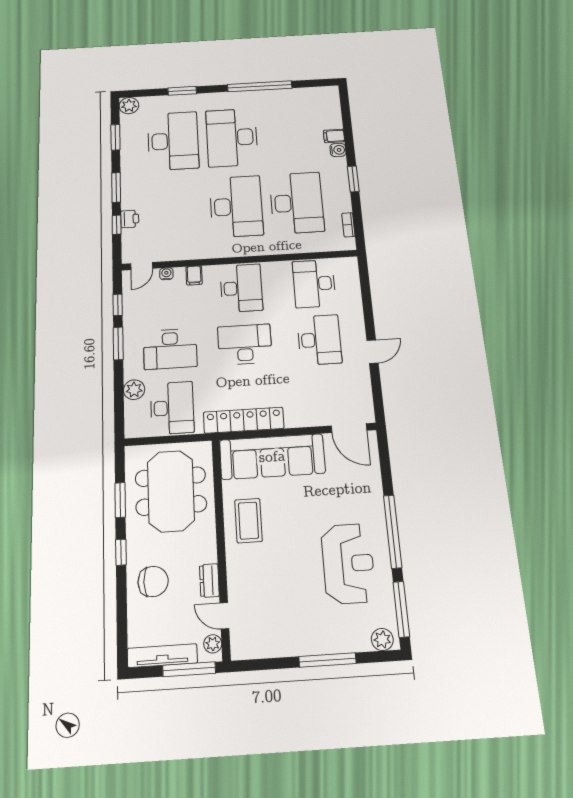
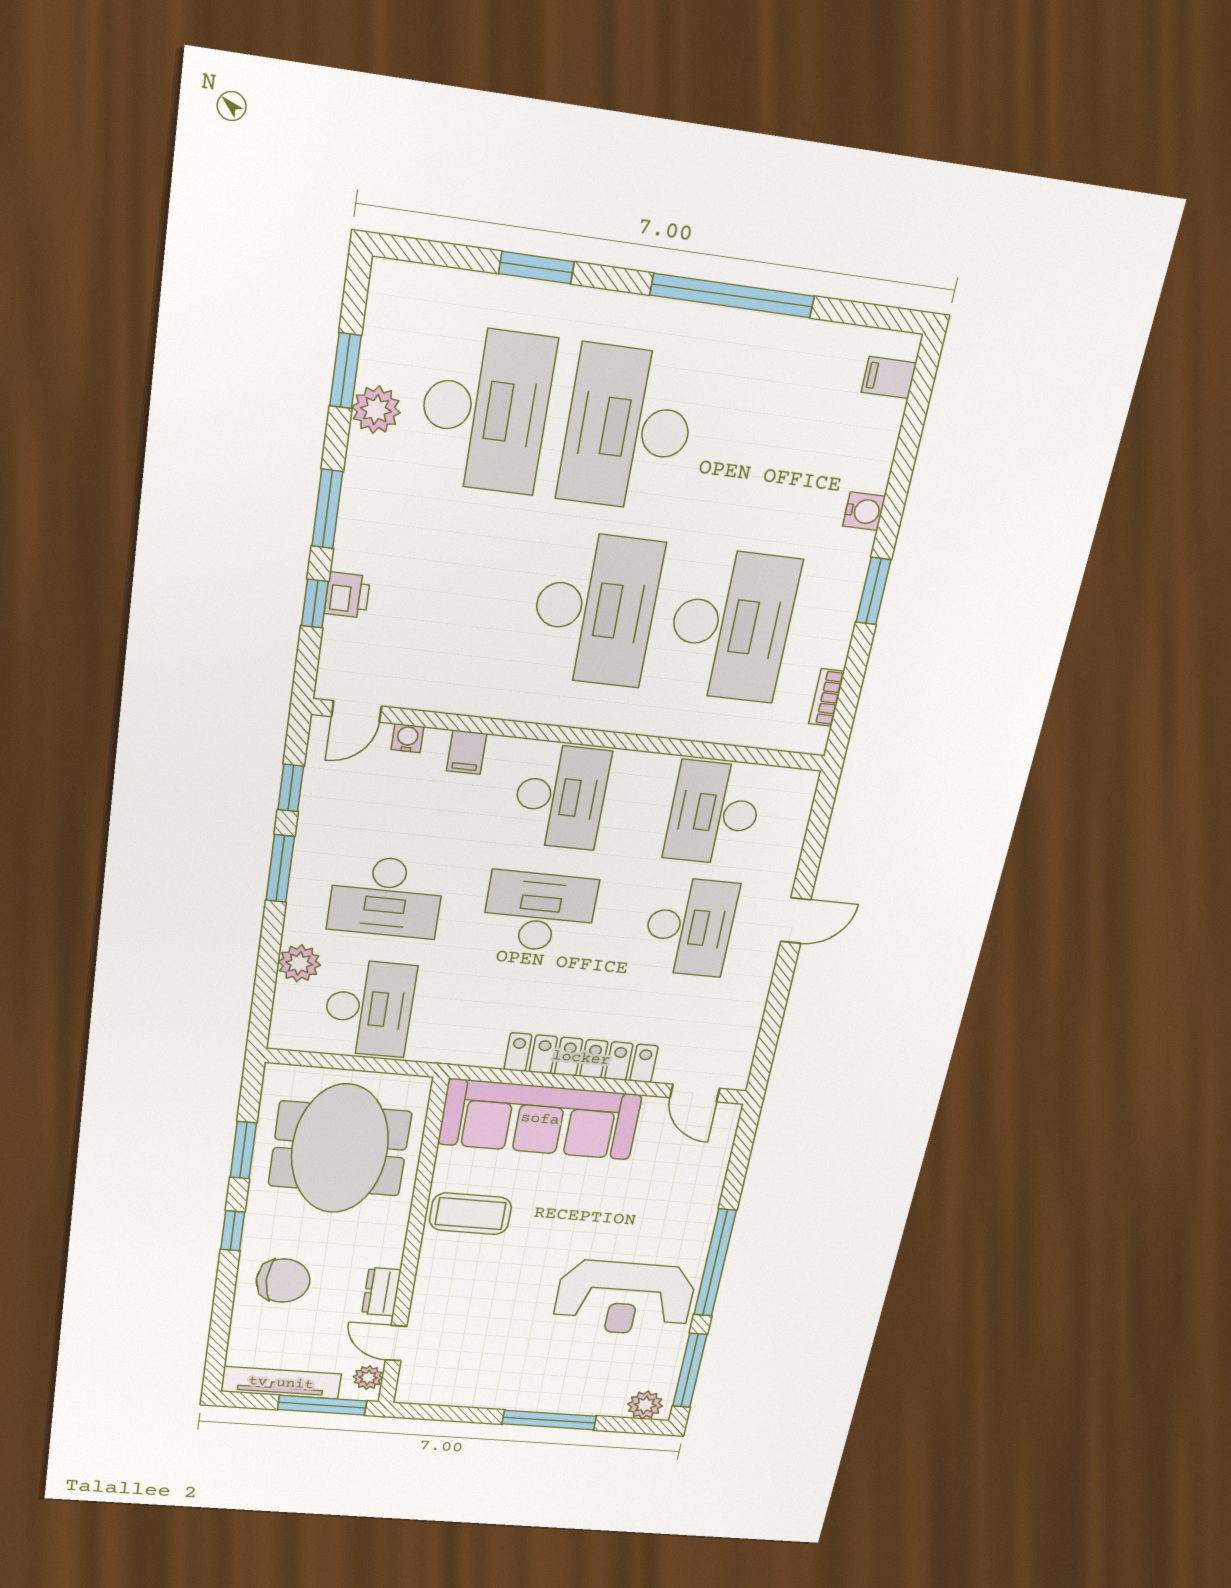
plant: (129, 106) -> (376, 410), moved
filing cabinet: (334, 136) -> (889, 378), moved
door: (372, 352) -> (796, 921), moved
locker: (244, 420) -> (581, 1058), moved
door: (349, 428) -> (695, 1093), width x0.73
coffee table: (248, 521) -> (470, 1214), turned 90
reception desk: (348, 563) -> (624, 1298), turned 90

